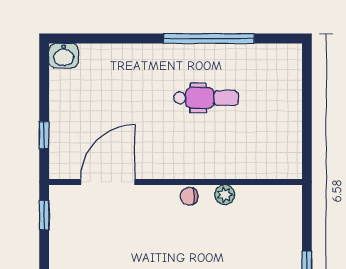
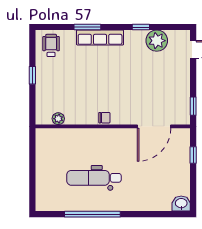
dental chair: (206, 98) -> (94, 178), width x1.36, depth x1.38
plant: (225, 195) -> (58, 119), moved

